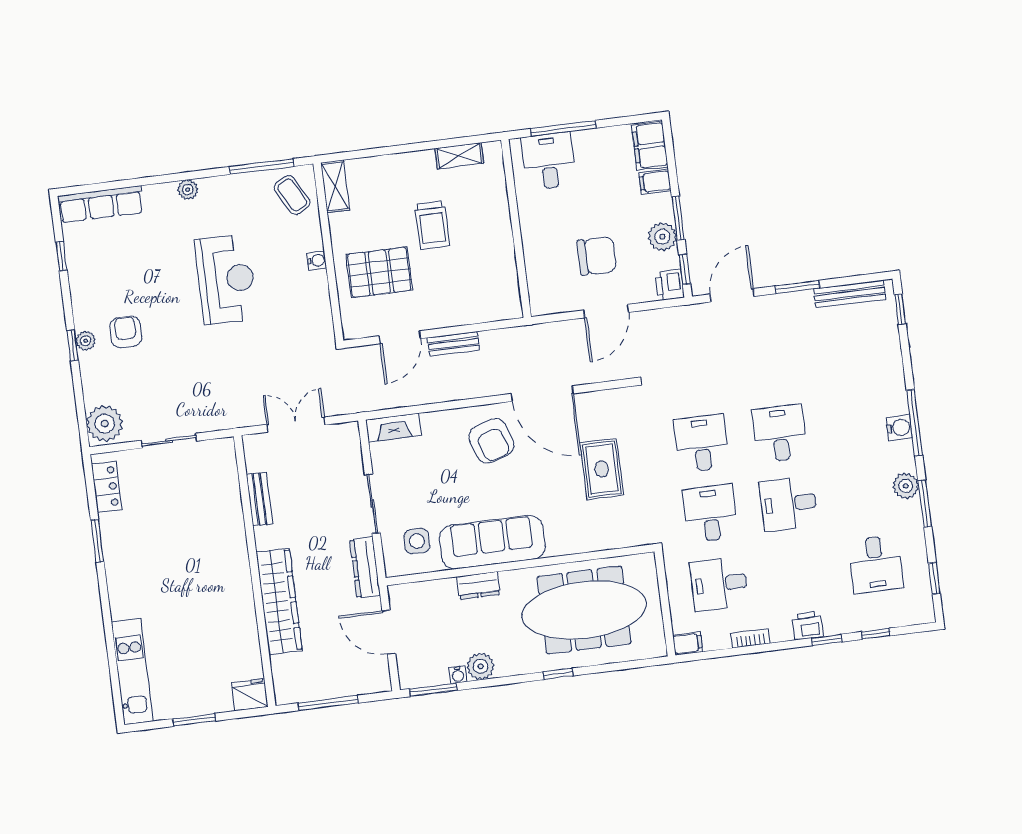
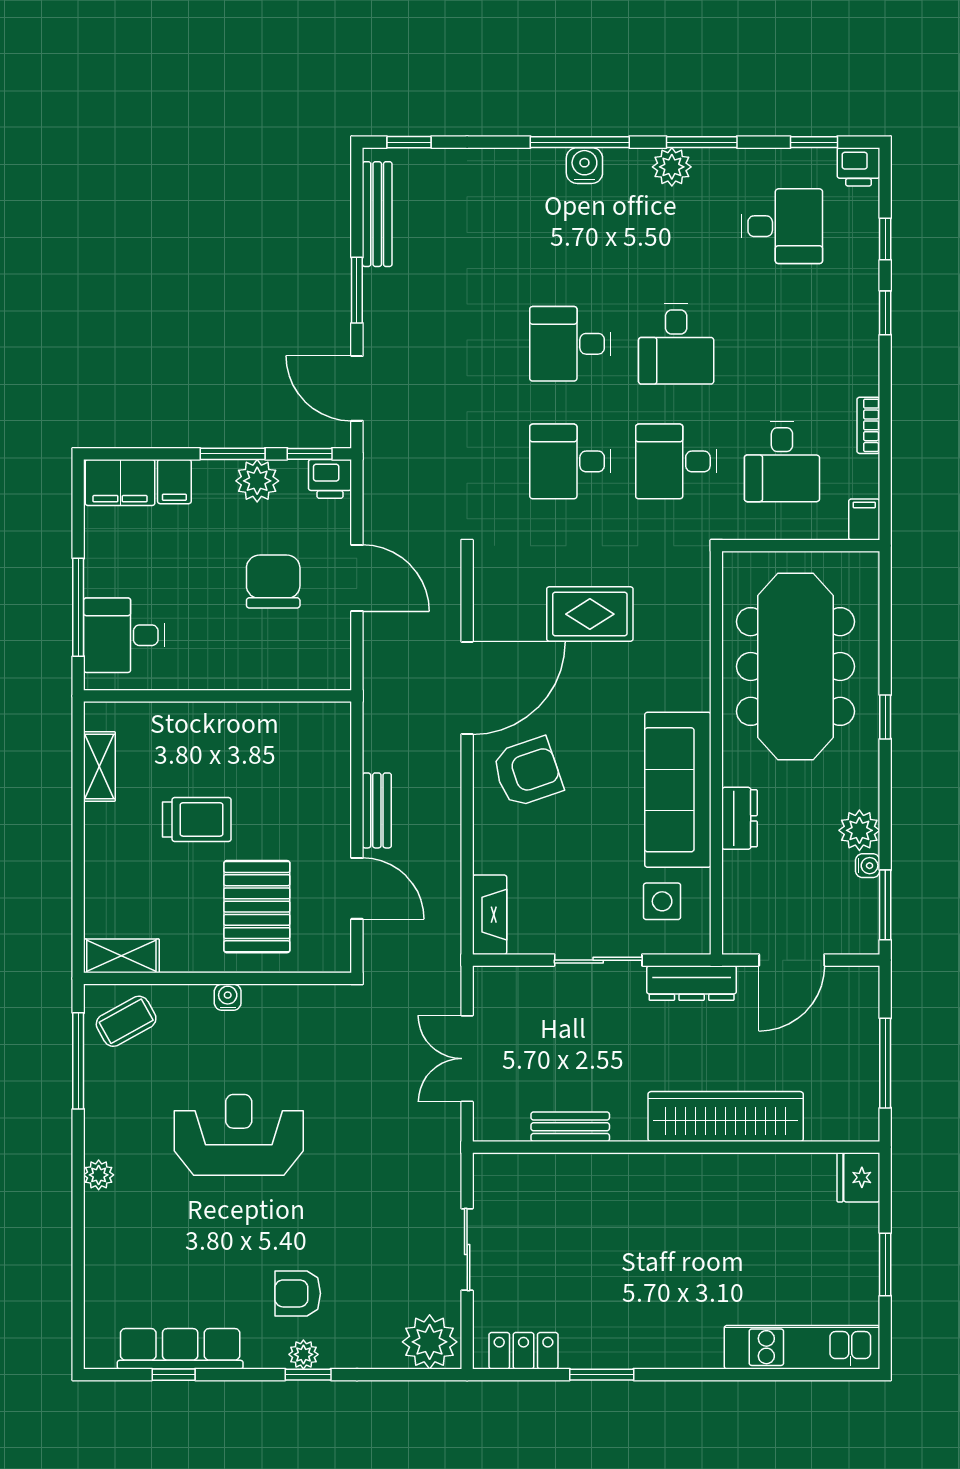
row of seats: (101, 204) -> (180, 1349), moved, turned -90
printer: (807, 626) -> (858, 167), moved, turned -90

